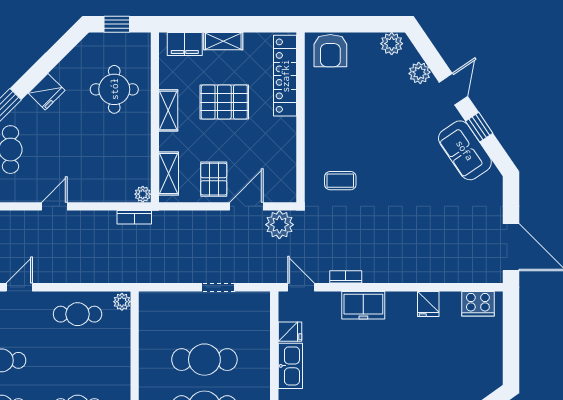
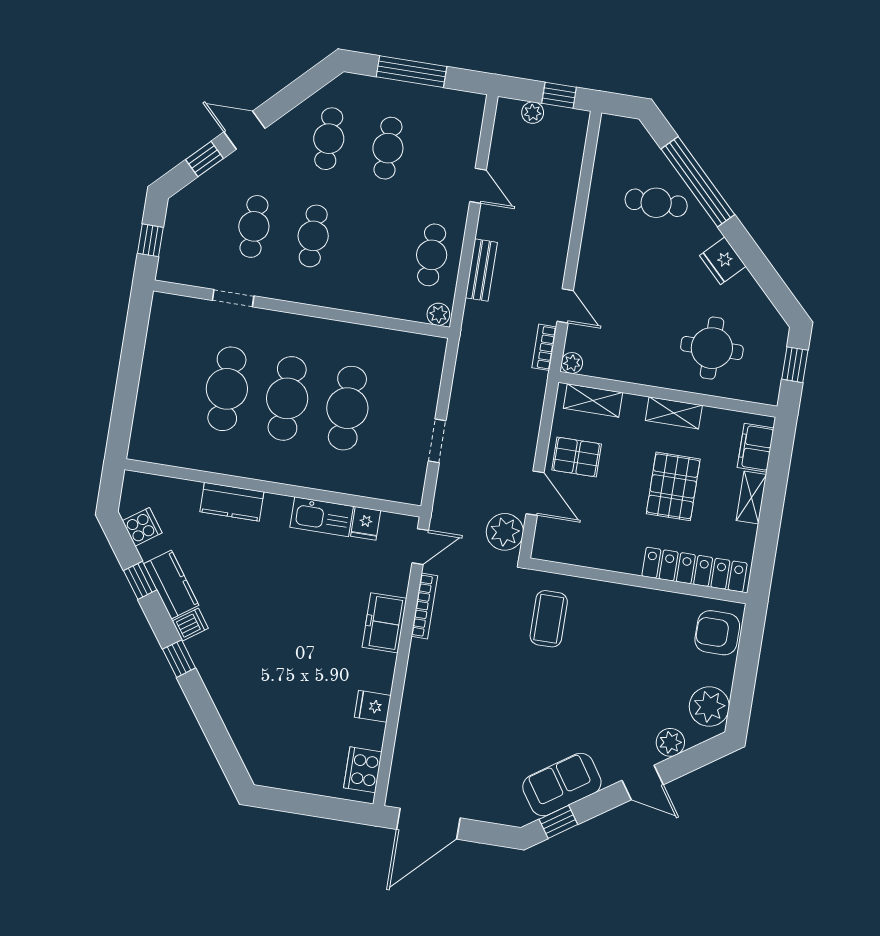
plant: (392, 44) -> (709, 707), width x1.36, depth x1.36
window: (479, 127) -> (558, 822), moved
coffee table: (340, 181) -> (549, 619), width x1.36, depth x1.30
door: (54, 206) -> (565, 306), moved
bench: (83, 274) -> (481, 270), added
bookcase: (346, 277) -> (424, 606), width x1.56

